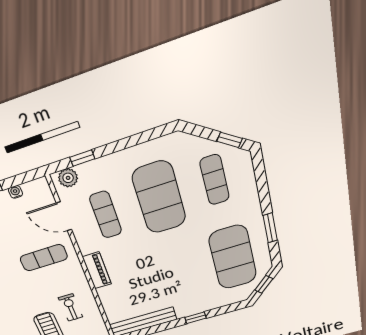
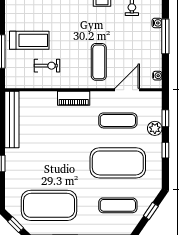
window: (230, 140) -> (151, 211), moved
window: (124, 144) -> (165, 150), added
plant: (68, 178) -> (155, 128), moved
water cooler: (15, 192) -> (157, 76), moved

